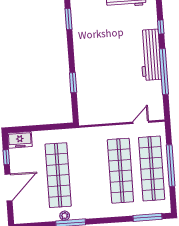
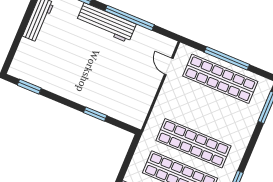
shop shelf: (120, 171) -> (193, 143), moved

